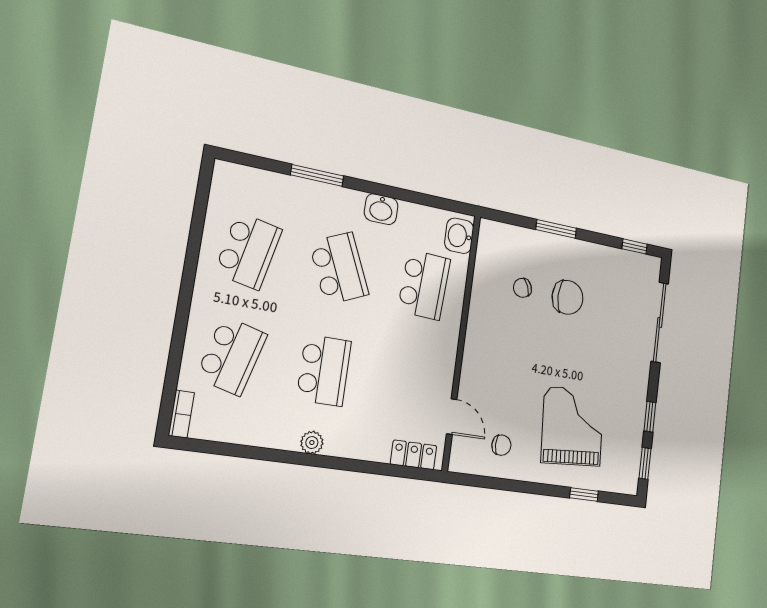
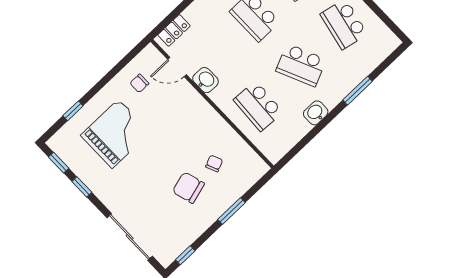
washbasin: (459, 236) -> (206, 80), moved
chair: (568, 297) -> (188, 188), turned 74
grand piano: (572, 426) -> (115, 134), turned -86

